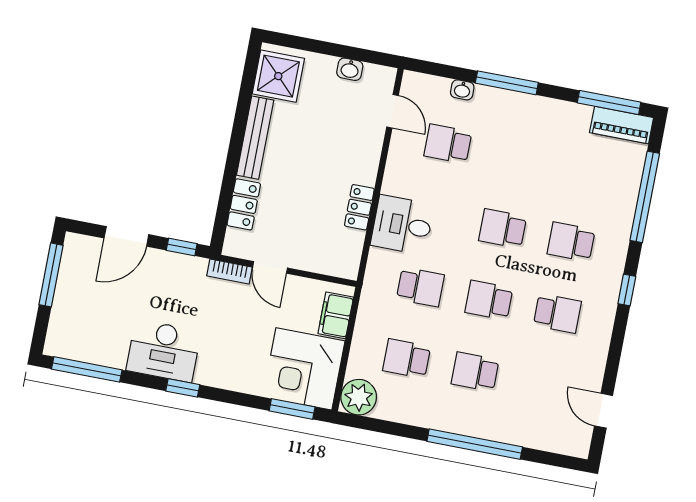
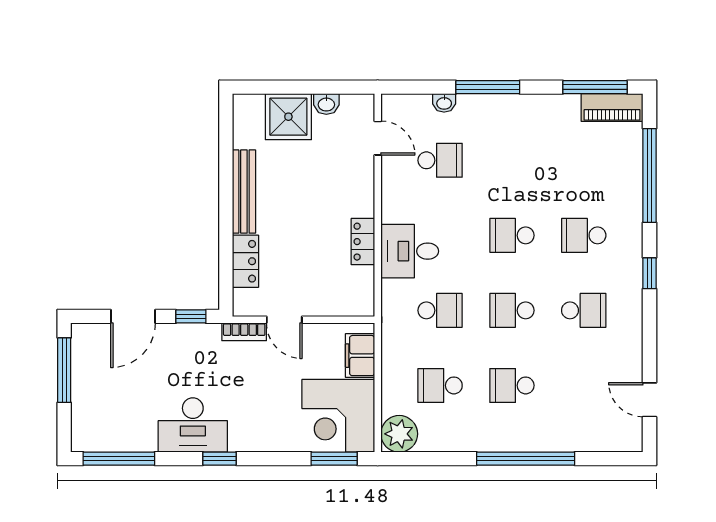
shower: (278, 76) -> (288, 117), moved
school desk: (448, 144) -> (440, 160), turned 180

